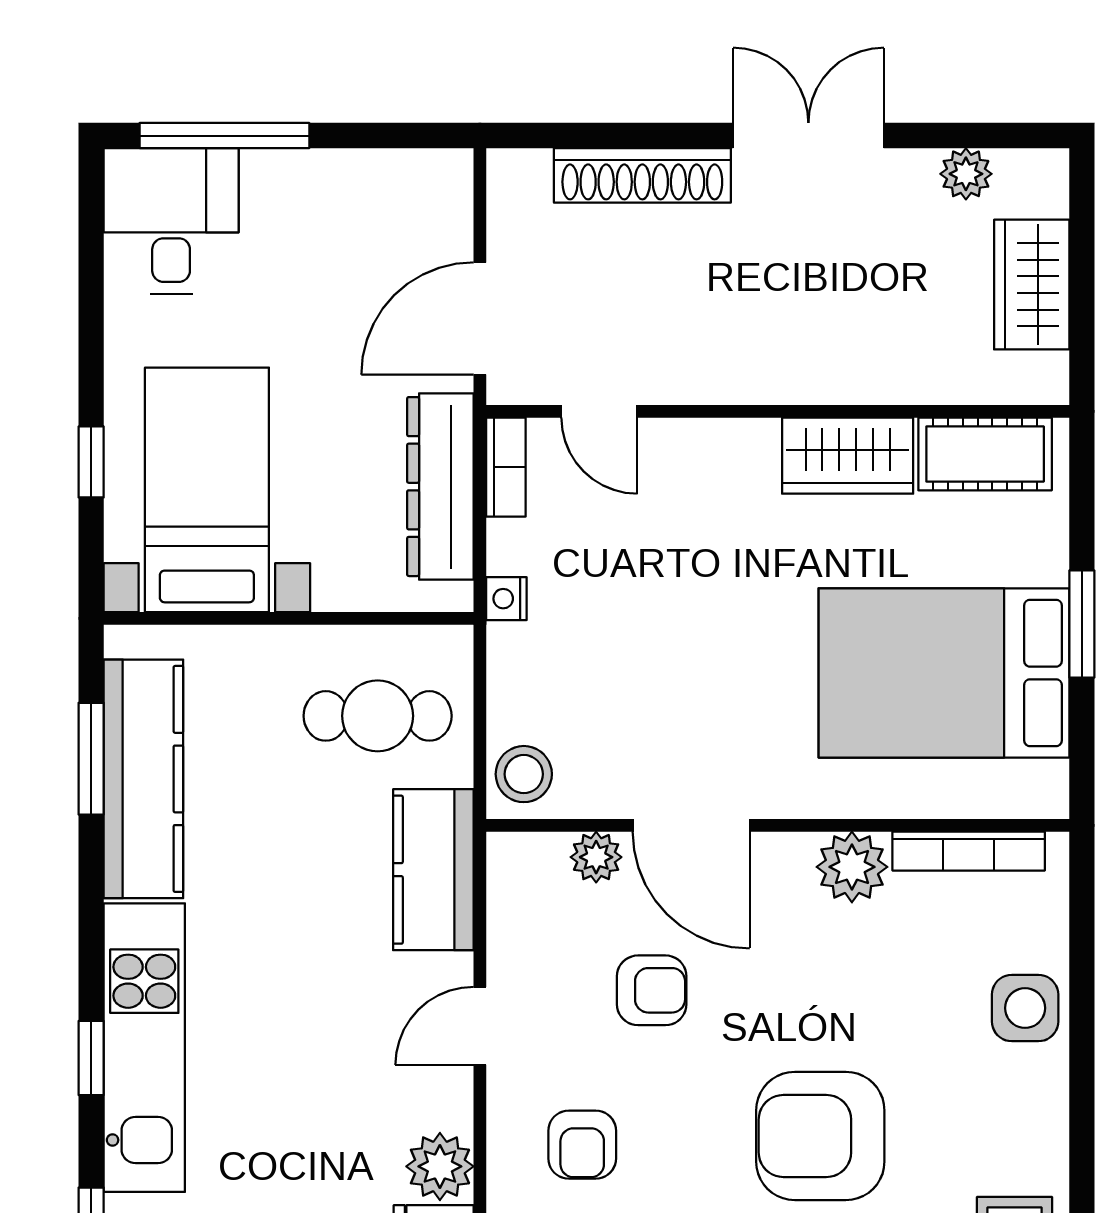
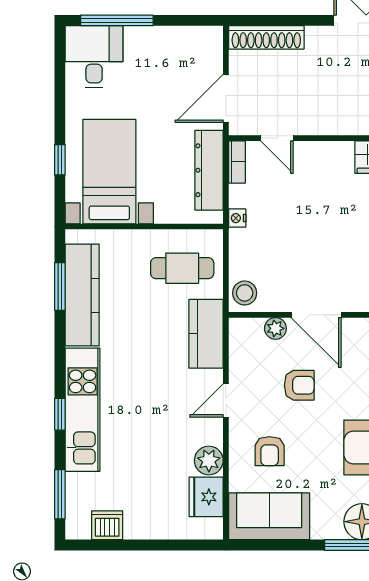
shoe rack: (642, 175) -> (266, 37), moved

